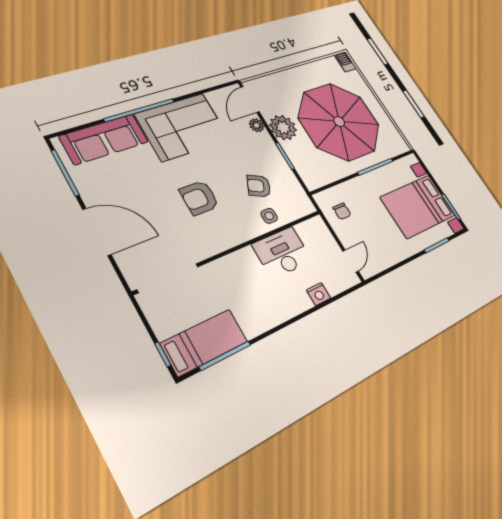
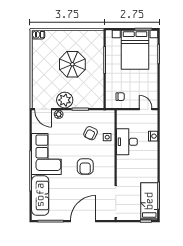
parasol: (339, 122) -> (72, 64), width x0.54, depth x0.54

